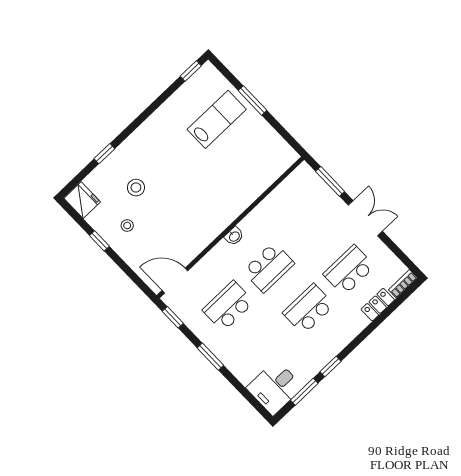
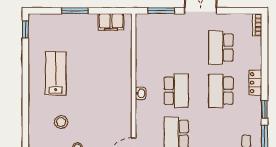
lab bench: (217, 119) -> (56, 73), moved
filing cabinet: (274, 144) -> (111, 22), added
window: (104, 154) -> (25, 122), removed
locker: (378, 305) -> (255, 83), moved

